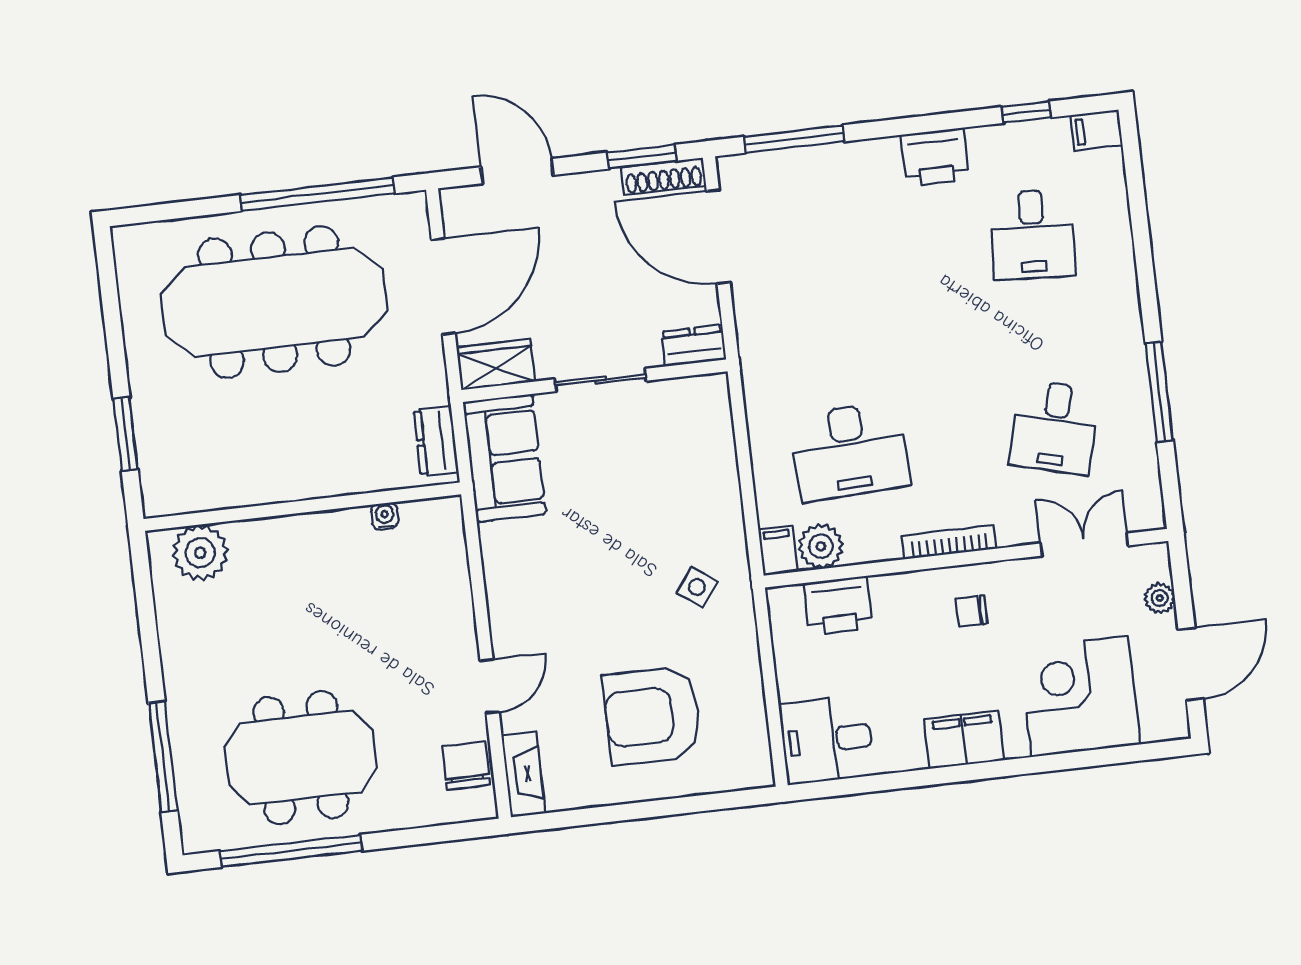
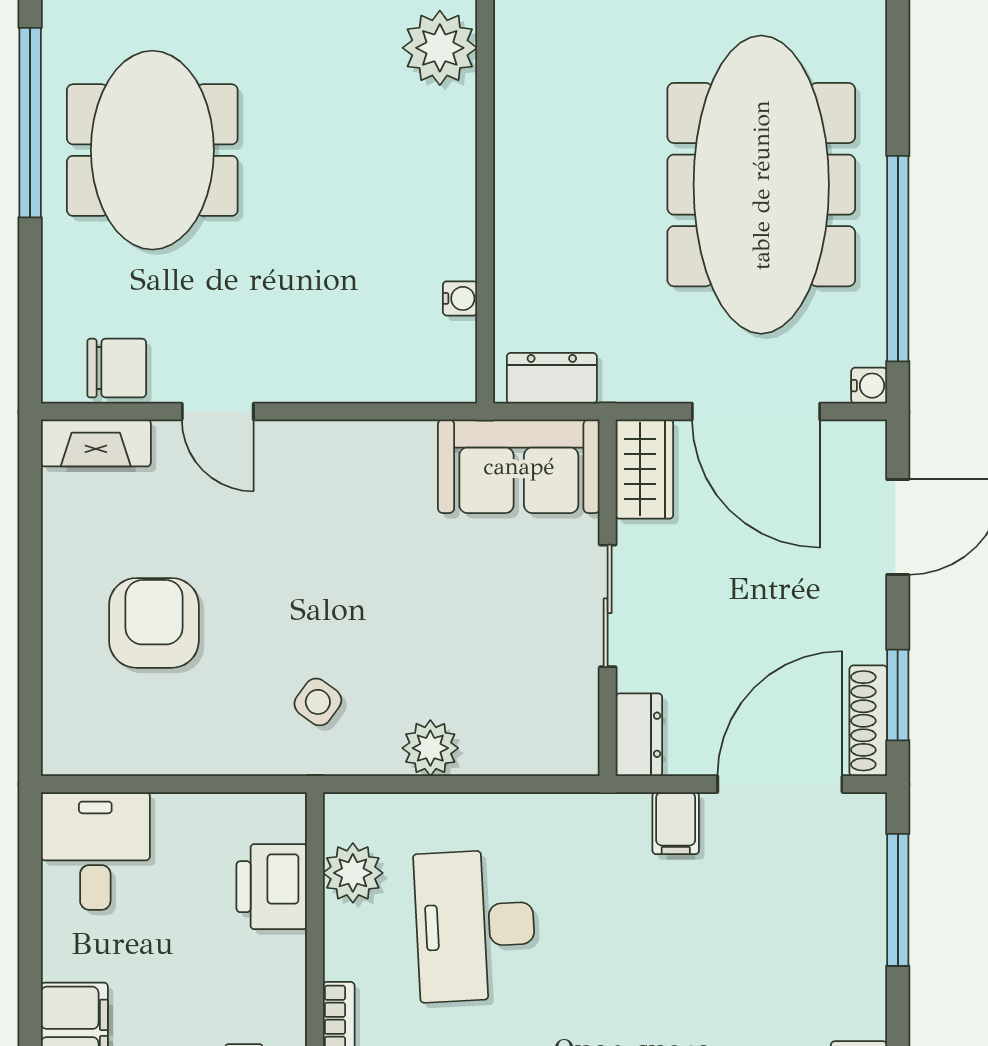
water cooler: (414, 205) -> (869, 386), added
plant: (721, 500) -> (430, 748), added
filing cabinet: (778, 551) -> (676, 823), moved, turned 90
armchair: (652, 716) -> (154, 623), width x0.73, depth x0.73

